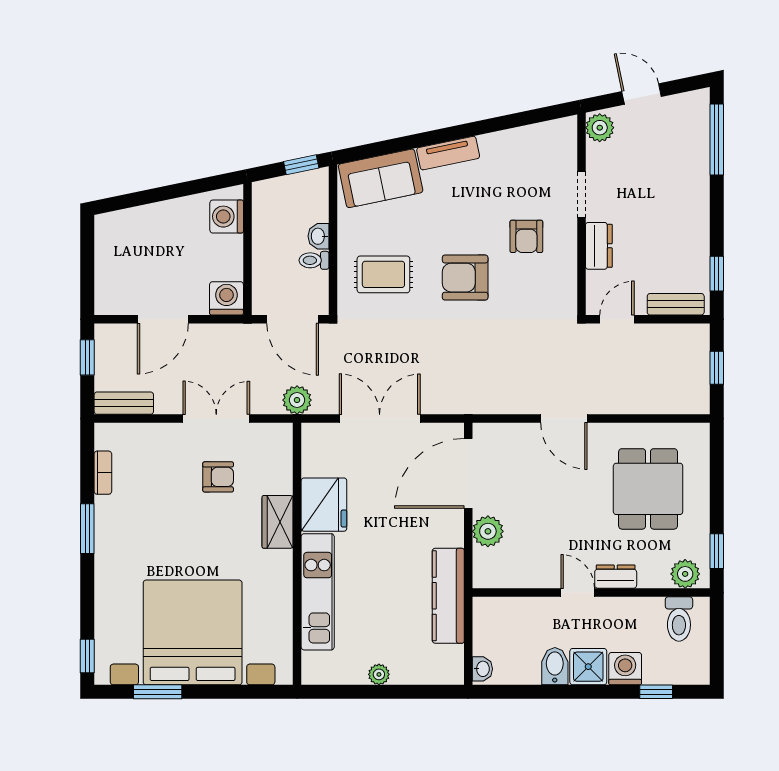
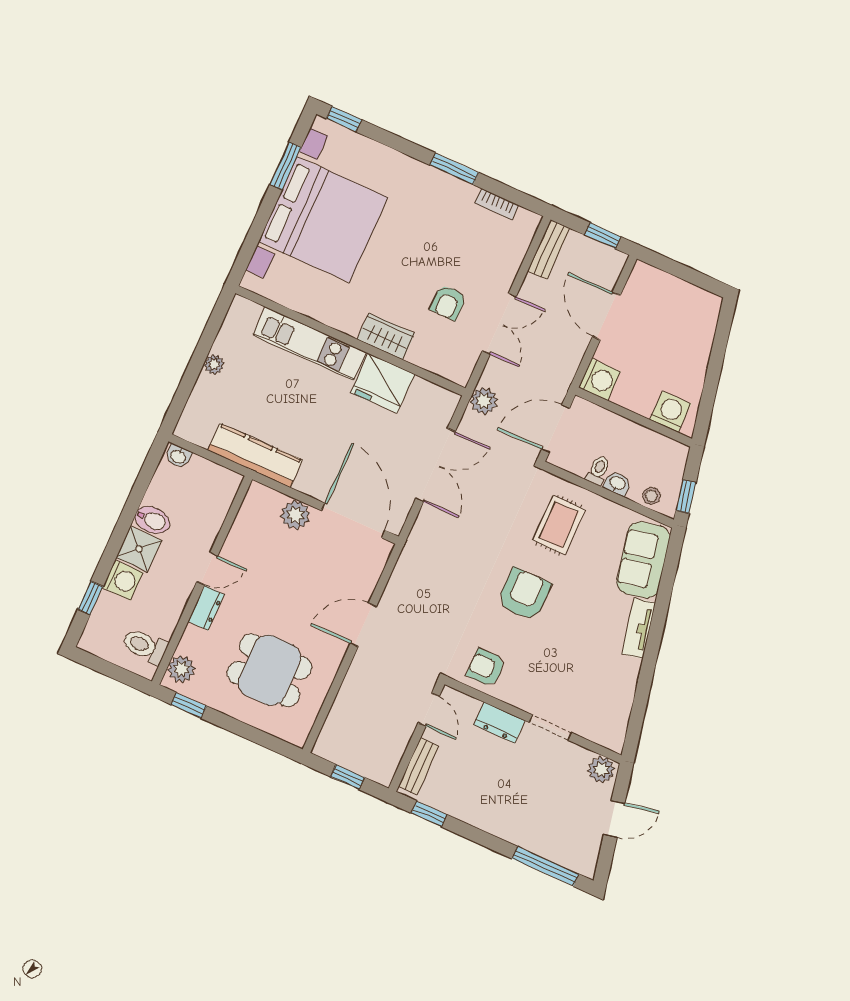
stool: (316, 198) -> (651, 496), added
armchair: (526, 236) -> (486, 668), moved

